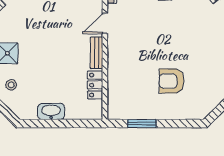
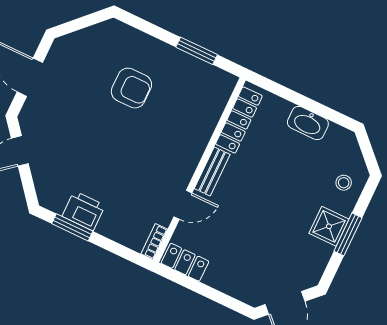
locker: (95, 85) -> (239, 120), width x1.53

